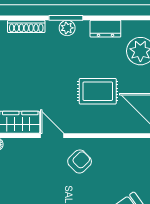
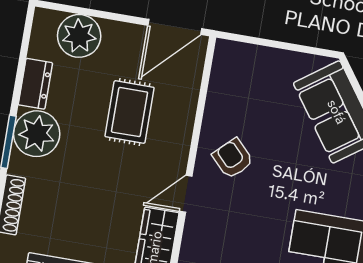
plant: (67, 28) -> (37, 134), width x1.88, depth x1.88

